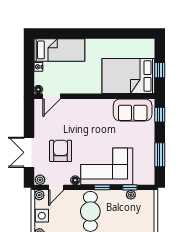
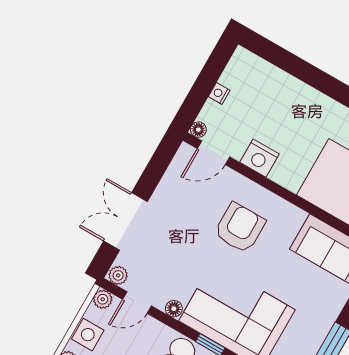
bed: (59, 50) -> (268, 86), removed
nightstand: (75, 86) -> (259, 158), added
armchair: (61, 151) -> (240, 228), moved

